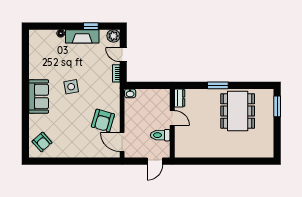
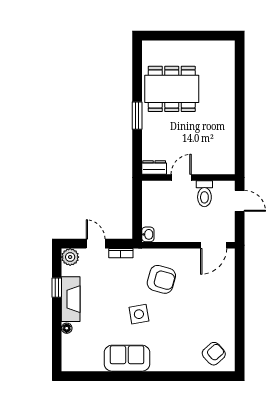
door: (123, 55) -> (96, 244), swing flipped
sofa: (39, 96) -> (127, 358), moved
window: (277, 106) -> (165, 36), removed
armchair: (103, 121) -> (161, 279), moved

